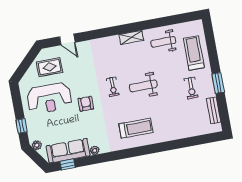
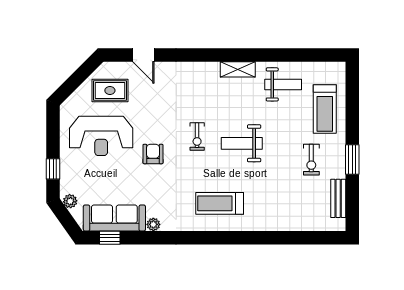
weight bench: (163, 42) -> (283, 84), turned 180
treadmill: (194, 53) -> (325, 109), turned 180
treadmill: (136, 128) -> (220, 203), turned 180

